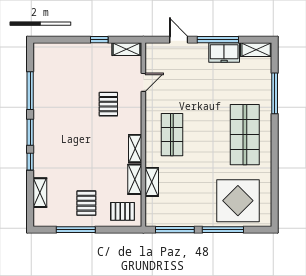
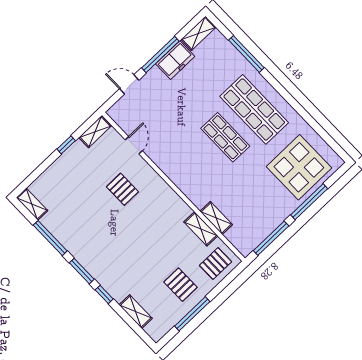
shop shelf: (172, 135) -> (225, 137), moved
shelving: (135, 149) -> (32, 204), moved

